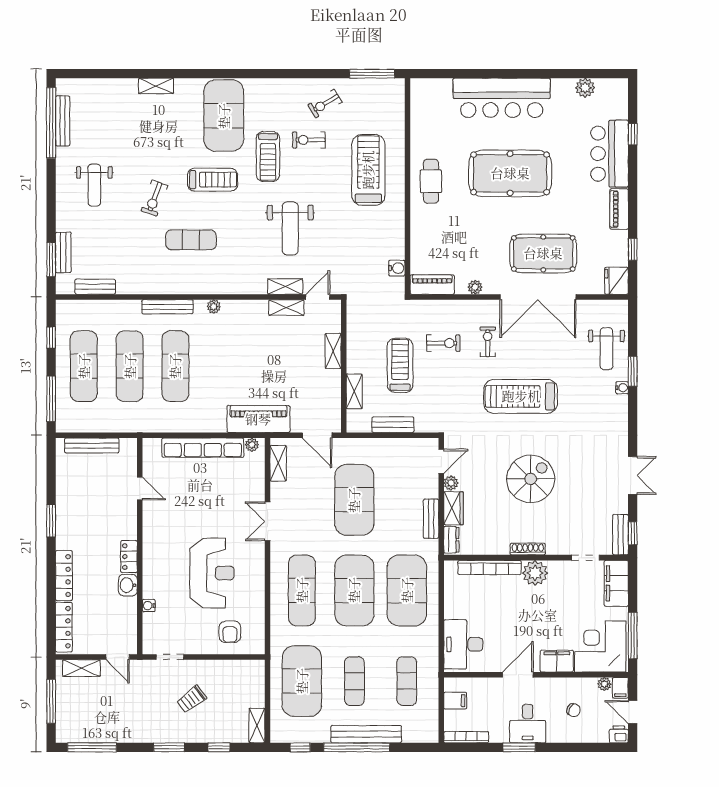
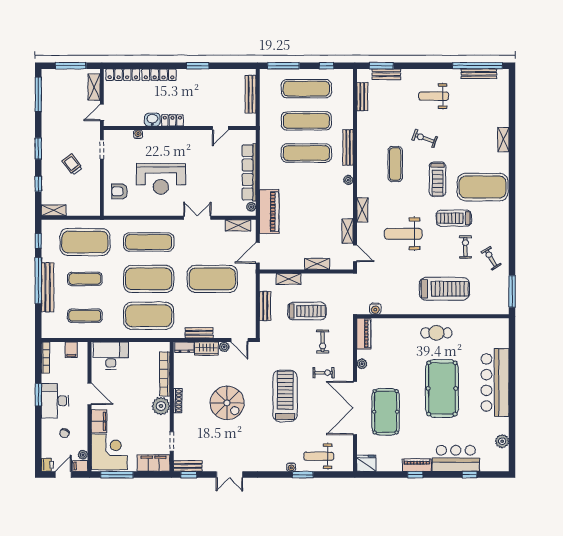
window: (633, 249) -> (415, 475), moved
shelving: (285, 287) -> (362, 210), moved
desk: (528, 724) -> (55, 401), width x1.37

